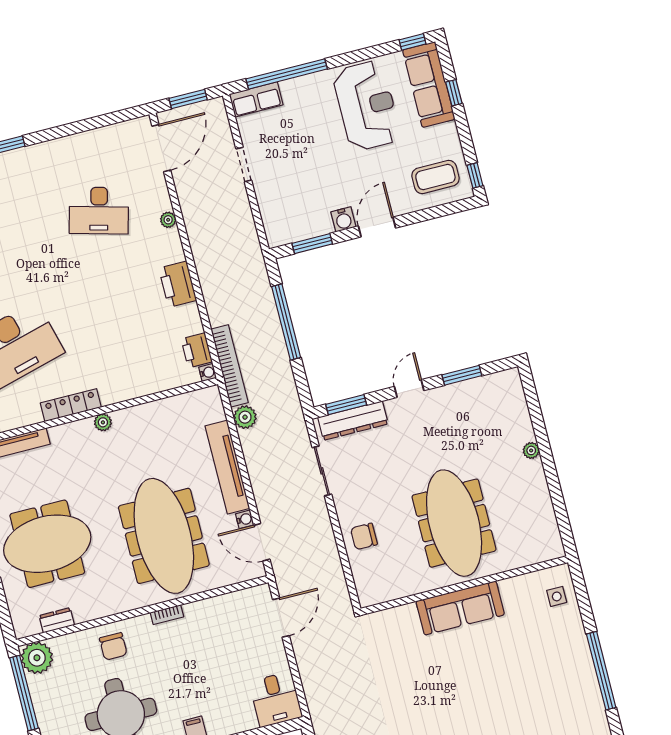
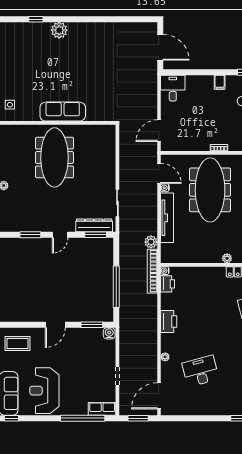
desk: (99, 211) -> (200, 371), turned -30
water cooler: (343, 219) -> (109, 333), moved
chair: (364, 536) -> (104, 163), removed

